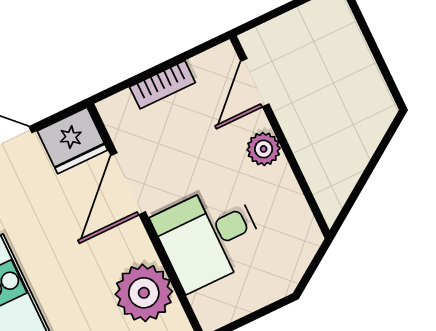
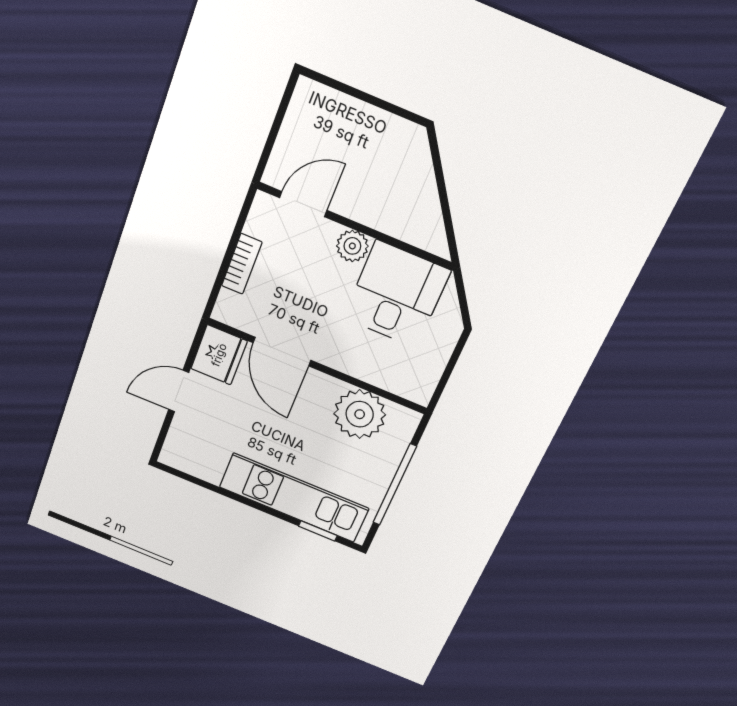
door: (255, 83) -> (303, 204), swing flipped
desk: (209, 237) -> (397, 294), moved, turned 180

